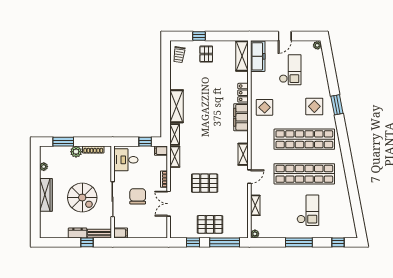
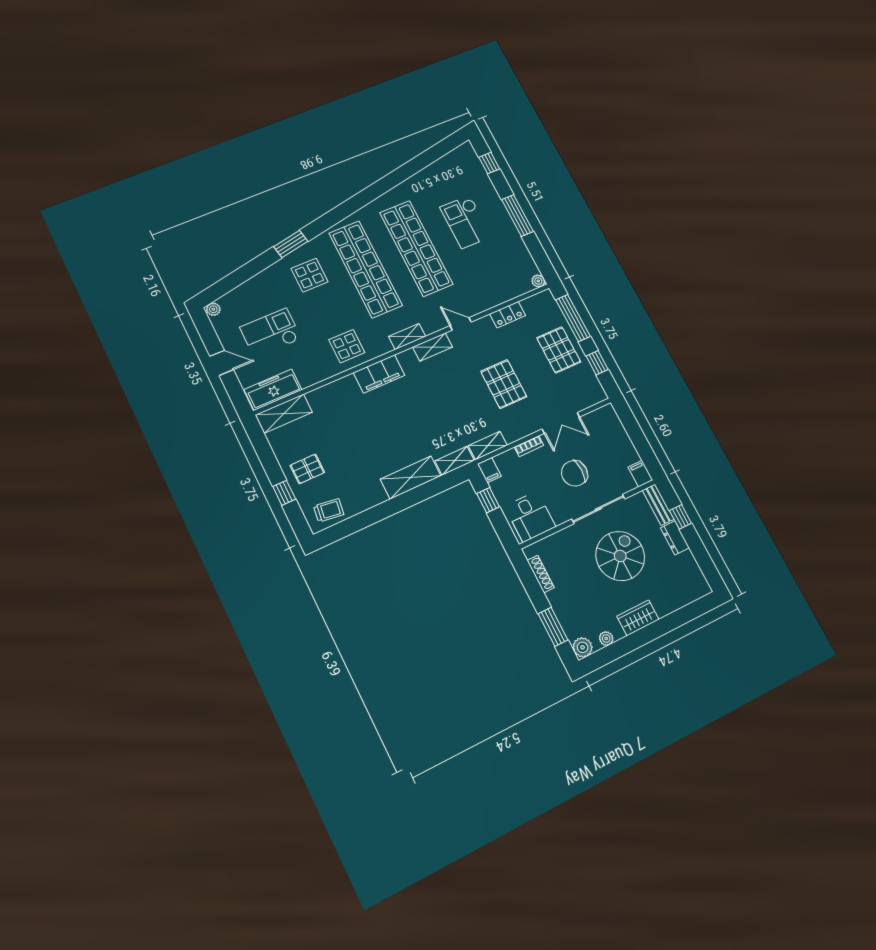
locker: (243, 93) -> (508, 315), moved
plant: (76, 152) -> (583, 647), moved
wardrobe: (46, 195) -> (638, 618), width x0.67
shelving: (255, 205) -> (407, 336), moved
checkout: (308, 210) -> (466, 222), turned -90

